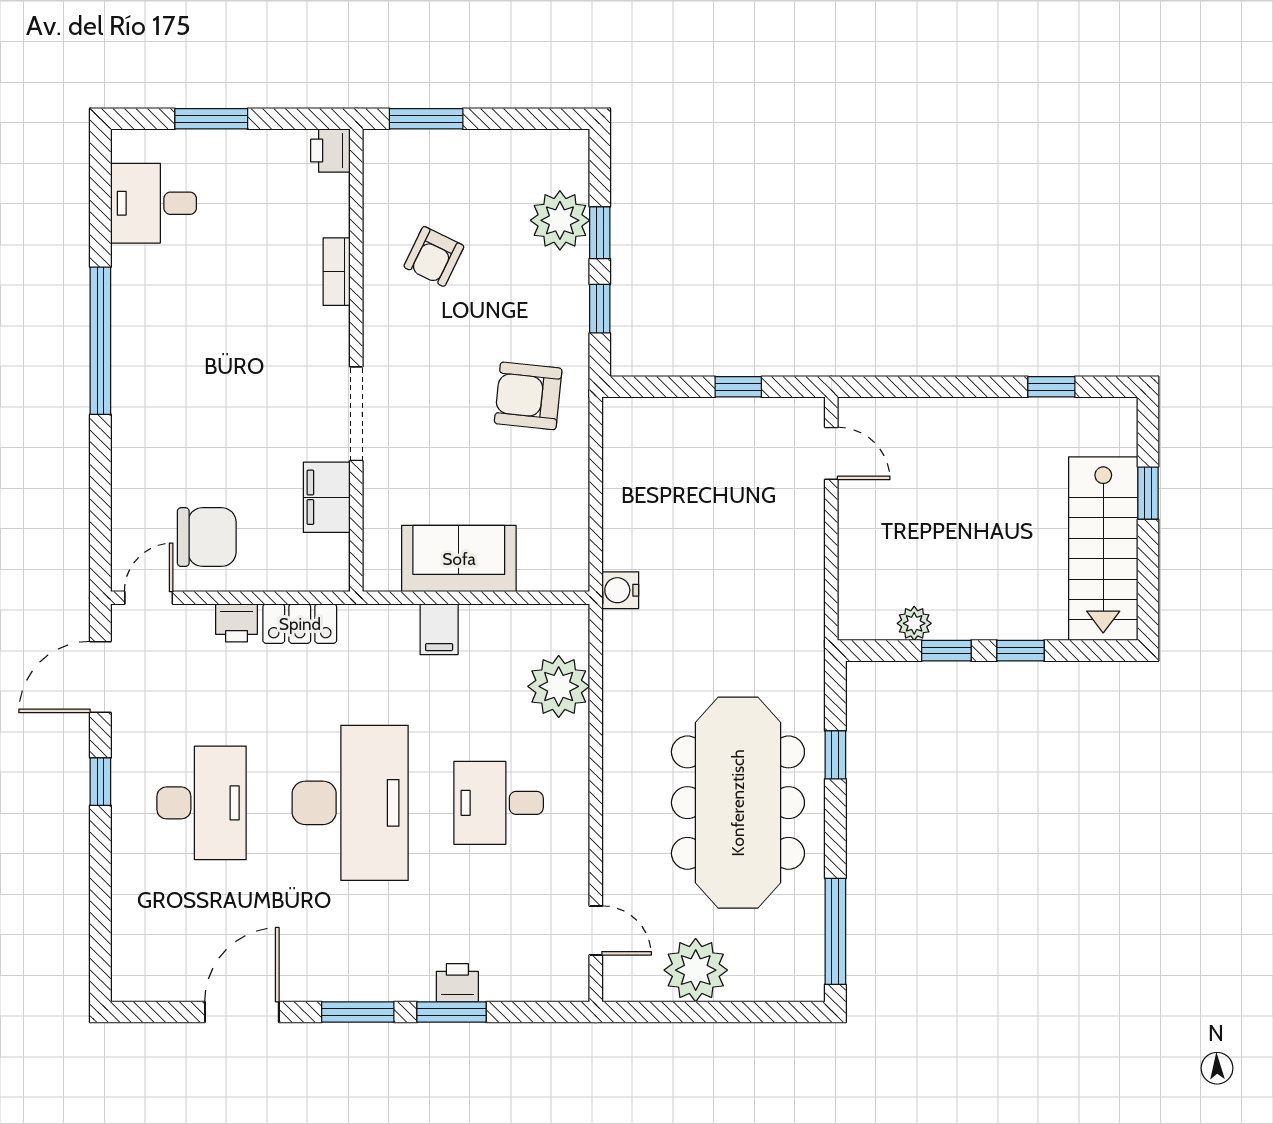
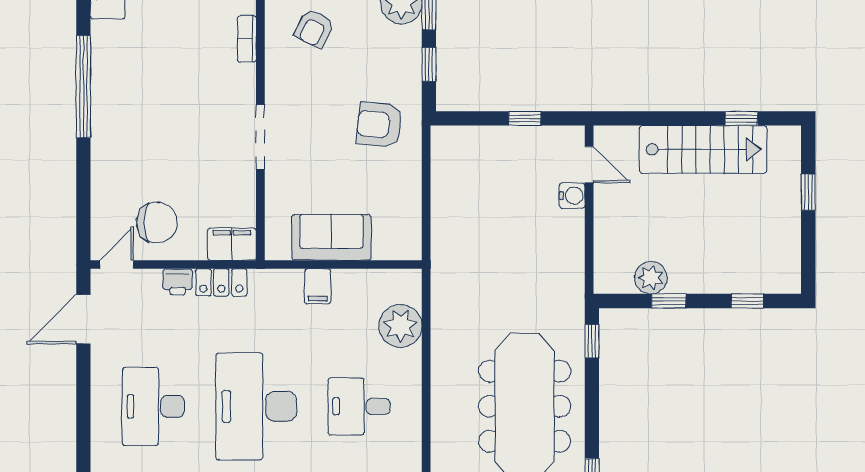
filing cabinet: (327, 497) -> (232, 244), moved, turned 90
stairs: (1103, 549) -> (703, 149), moved, turned -90
water cooler: (620, 590) -> (572, 196), moved, turned 180
plant: (914, 623) -> (651, 278), width x1.38, depth x1.38
window: (1020, 651) -> (747, 301), moved
window: (835, 755) -> (592, 341), moved
window: (100, 782) -> (83, 392), removed
desk: (202, 803) -> (153, 406), turned 180
desk: (350, 803) -> (256, 406), turned 180

